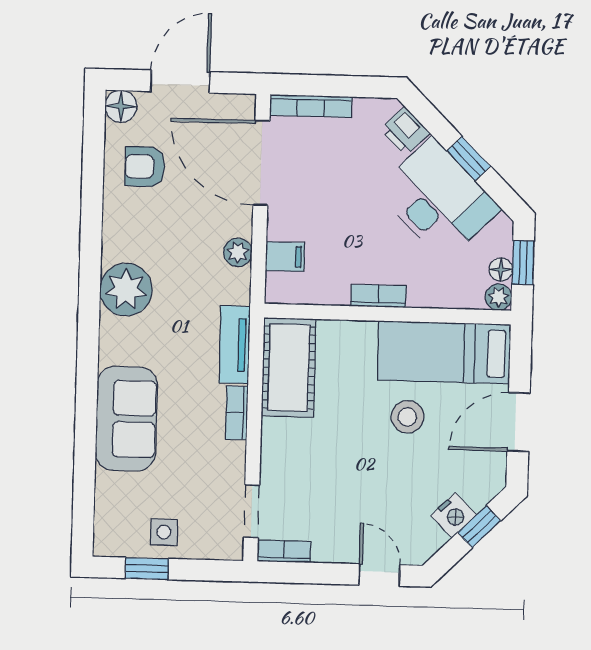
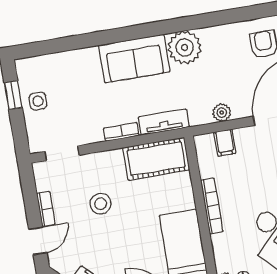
bookcase: (379, 296) -> (212, 206), width x1.56
stool: (407, 417) -> (101, 204), moved
sofa: (126, 419) -> (134, 59), moved
bookcase: (284, 551) -> (46, 209), moved

